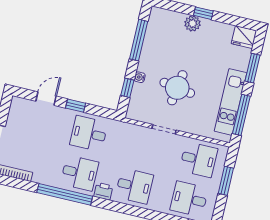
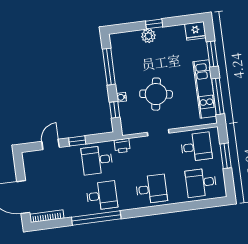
printer: (103, 191) -> (122, 146), moved, turned 180

